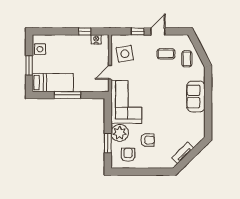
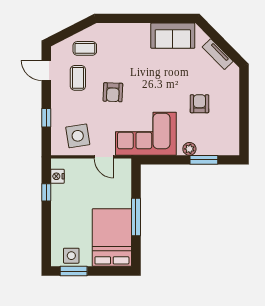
door: (158, 31) -> (46, 70), moved
window: (29, 65) -> (74, 271), moved
bed: (53, 83) -> (112, 238), width x1.50
sofa: (196, 96) -> (173, 36), moved
plant: (120, 133) -> (189, 149), width x0.53, depth x0.53
armchair: (128, 155) -> (113, 92), moved, turned -88

